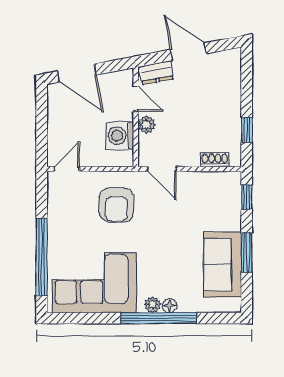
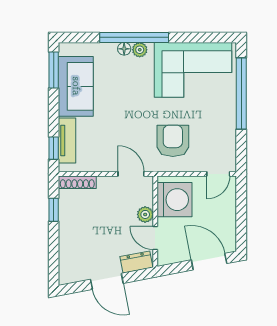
washing machine: (120, 136) -> (174, 200), width x1.37, depth x1.37
shoe rack: (215, 160) -> (77, 182), width x1.43
tv unit: (232, 206) -> (67, 140), added
window: (247, 252) -> (54, 70), moved

